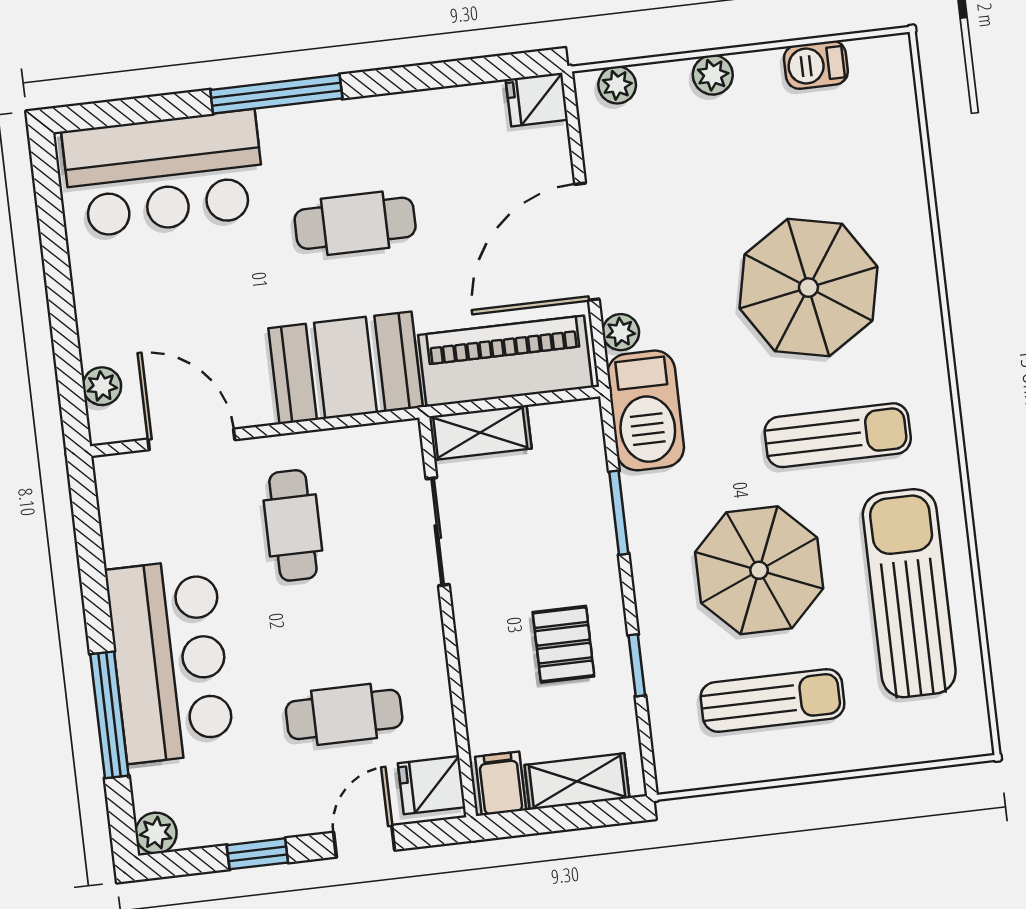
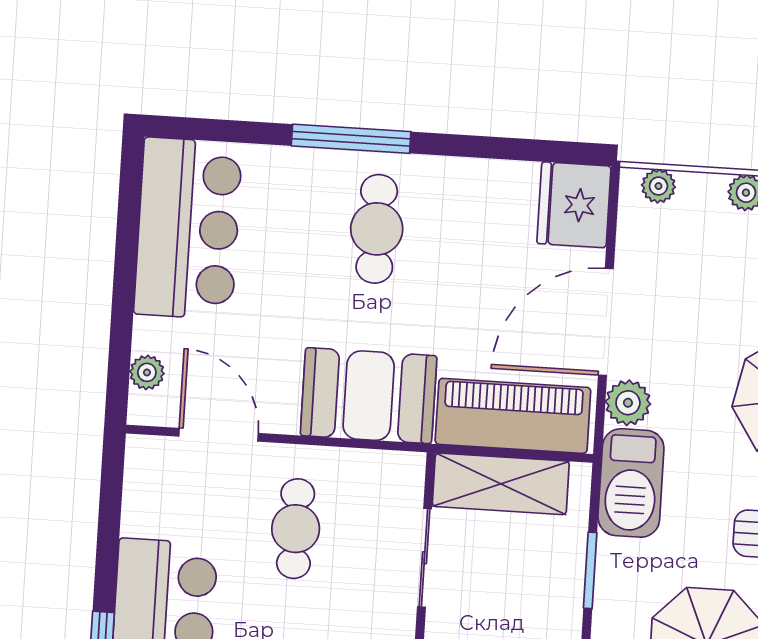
fridge: (537, 100) -> (574, 205), width x1.88, depth x1.34
bar counter: (164, 174) -> (188, 228), moved, turned -90
cafe table: (355, 223) -> (377, 229), moved, turned 90
plant: (621, 332) -> (628, 403), width x1.38, depth x1.38
shelving: (480, 433) -> (501, 484), width x1.50, depth x1.33

